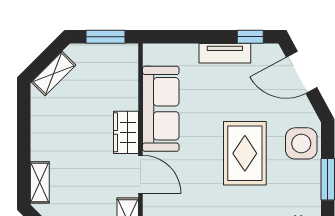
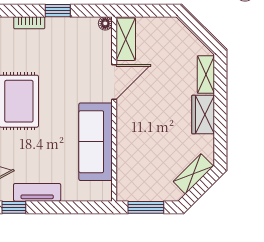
wardrobe: (126, 132) -> (203, 115), moved, turned 180
door: (140, 174) -> (114, 82), swing flipped

